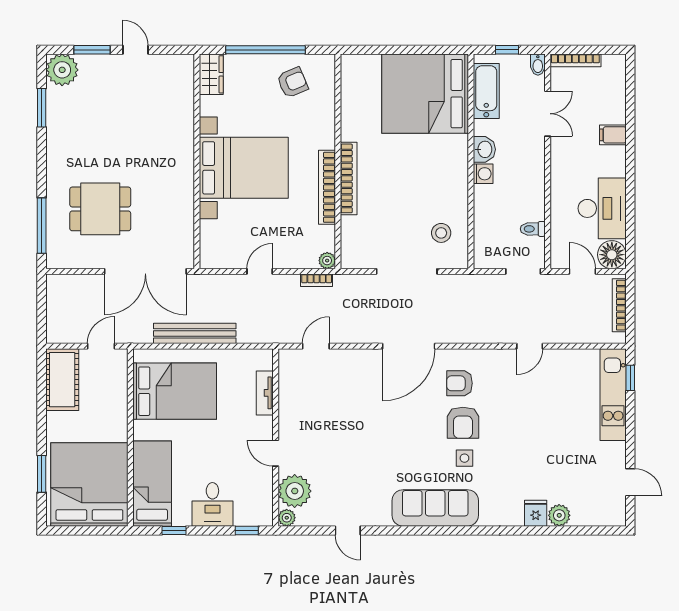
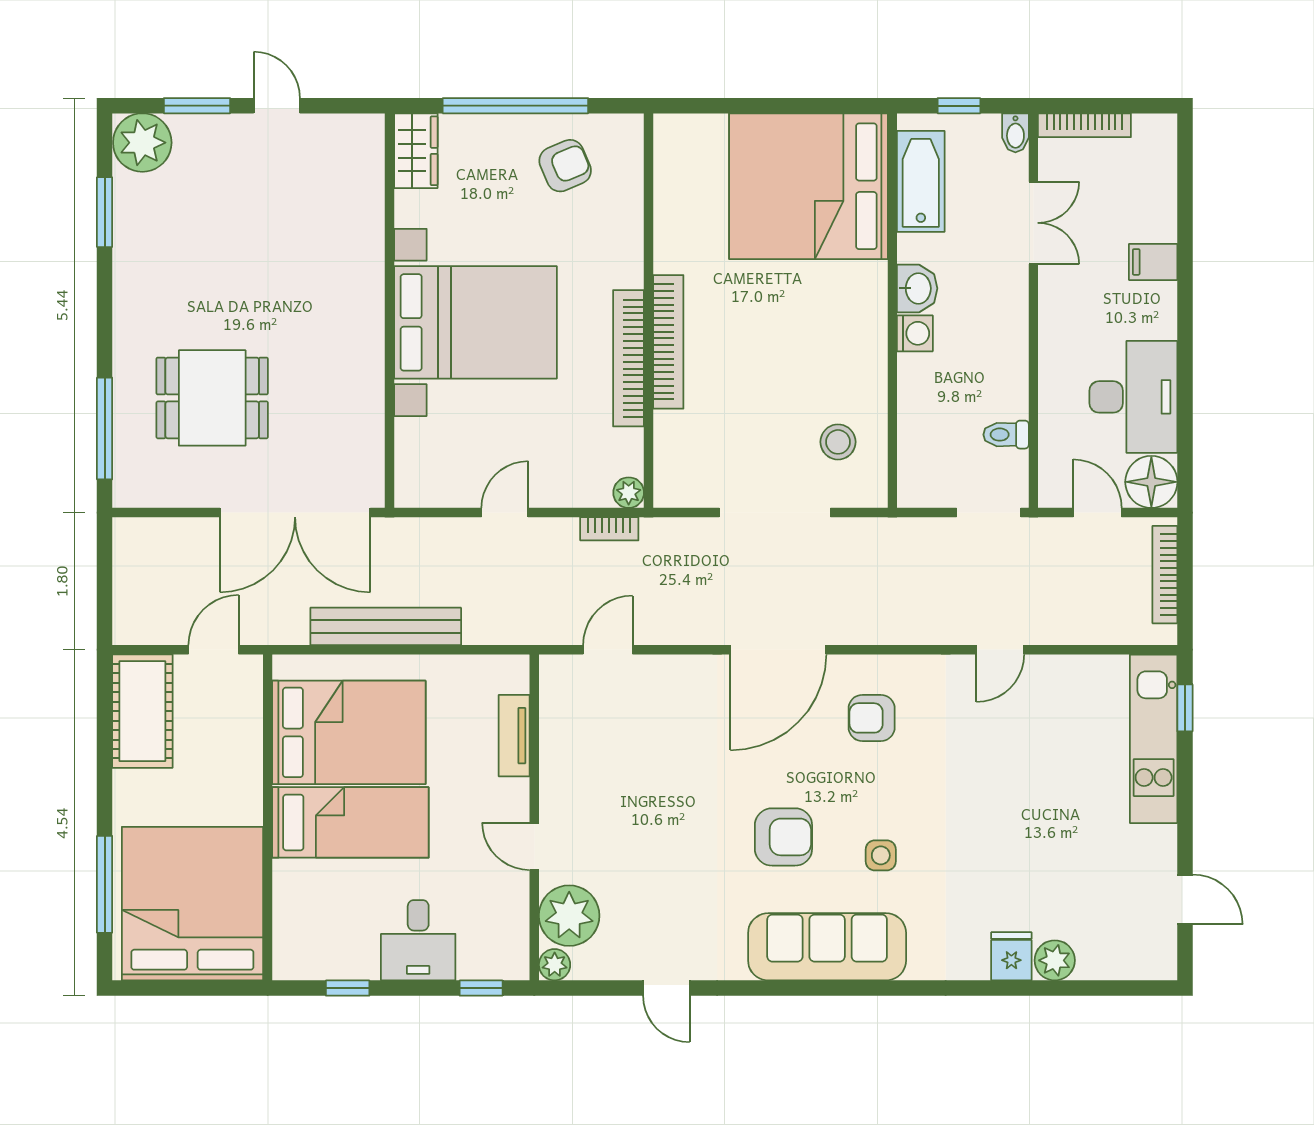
armchair: (463, 423) -> (783, 837), moved, turned -90
window: (42, 474) -> (105, 884), width x1.44
bed: (152, 484) -> (350, 822), moved, turned 90

